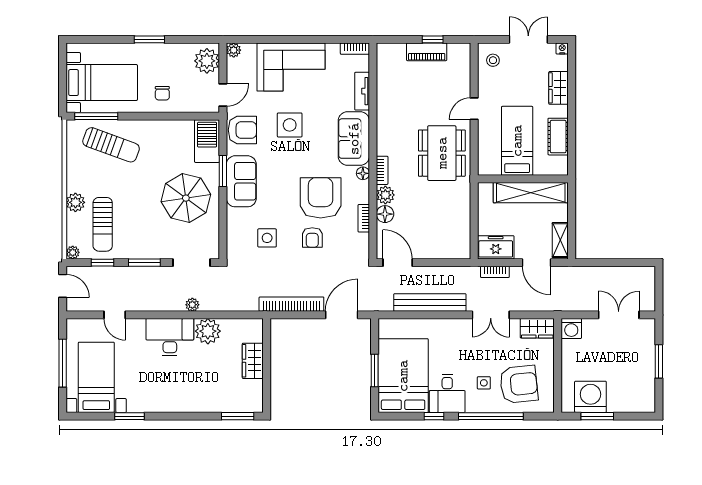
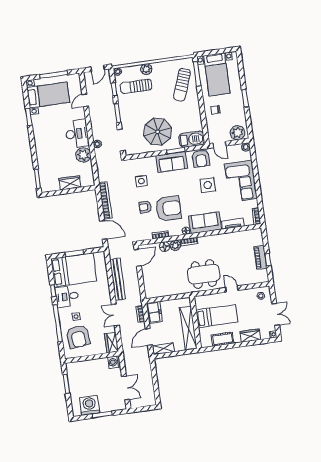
washing machine: (590, 397) -> (89, 405), moved, turned -90

